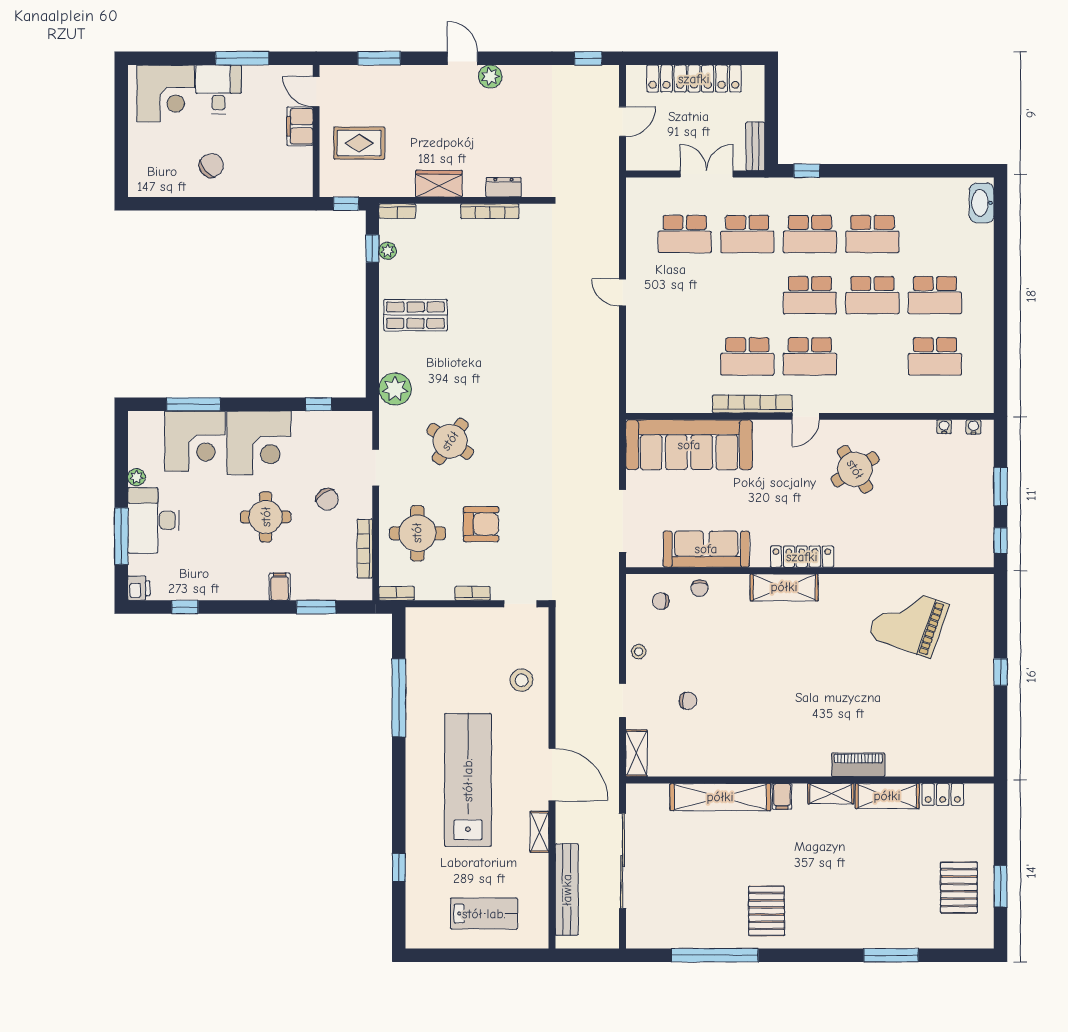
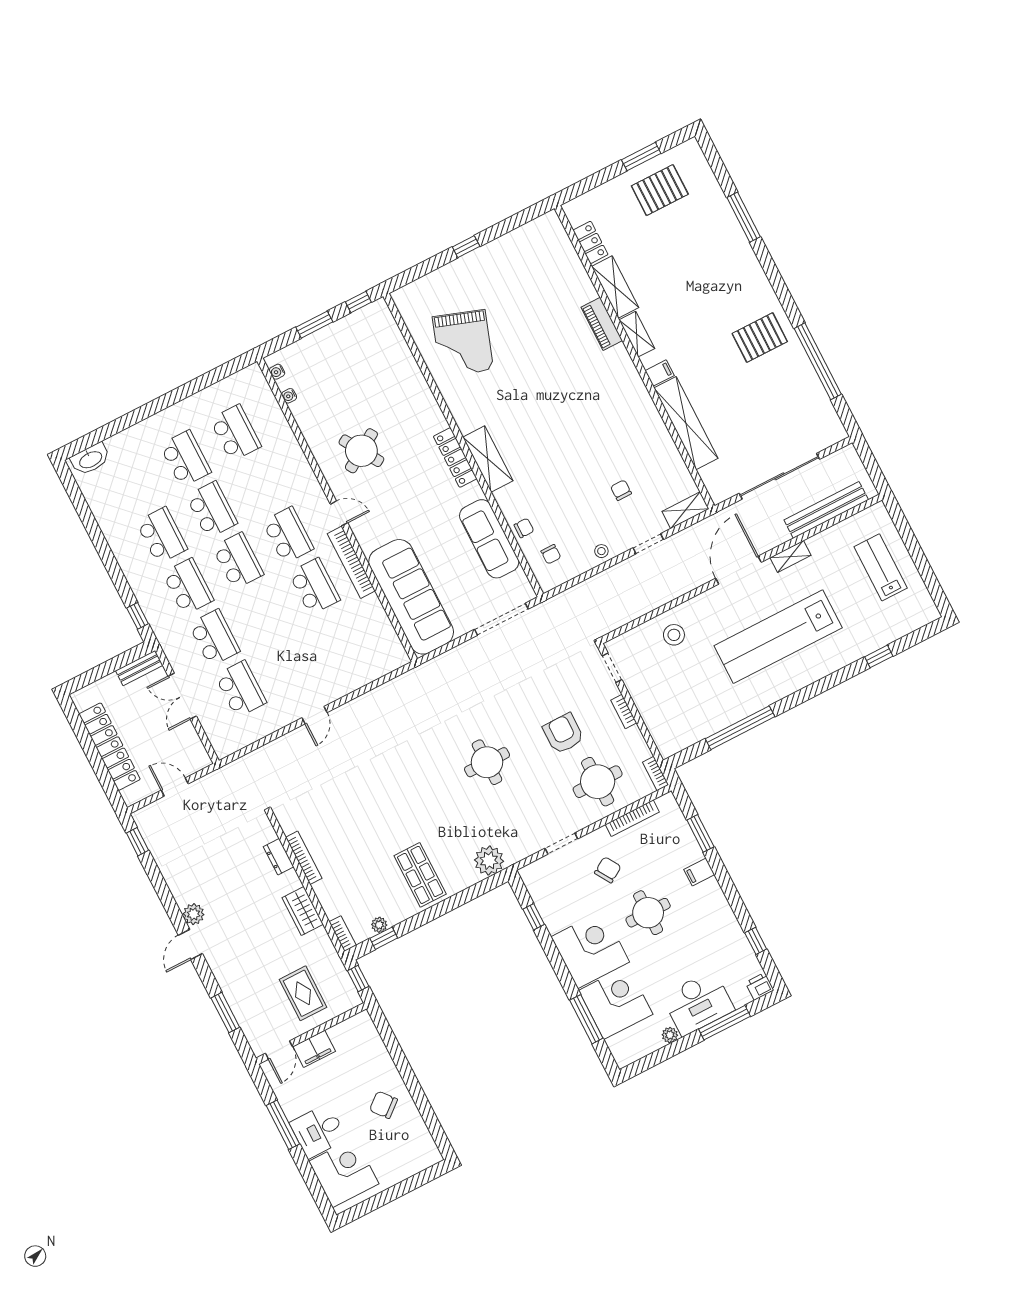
round table: (450, 441) -> (487, 762), moved, turned -34

